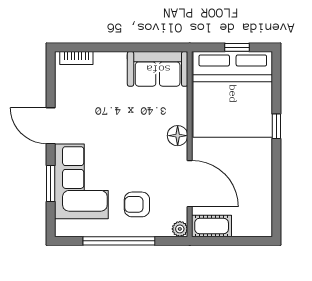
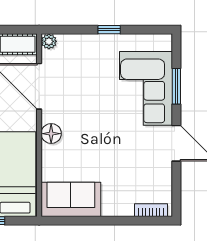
armchair: (137, 204) -> (91, 66), removed
window: (119, 241) -> (109, 30), width x0.32

